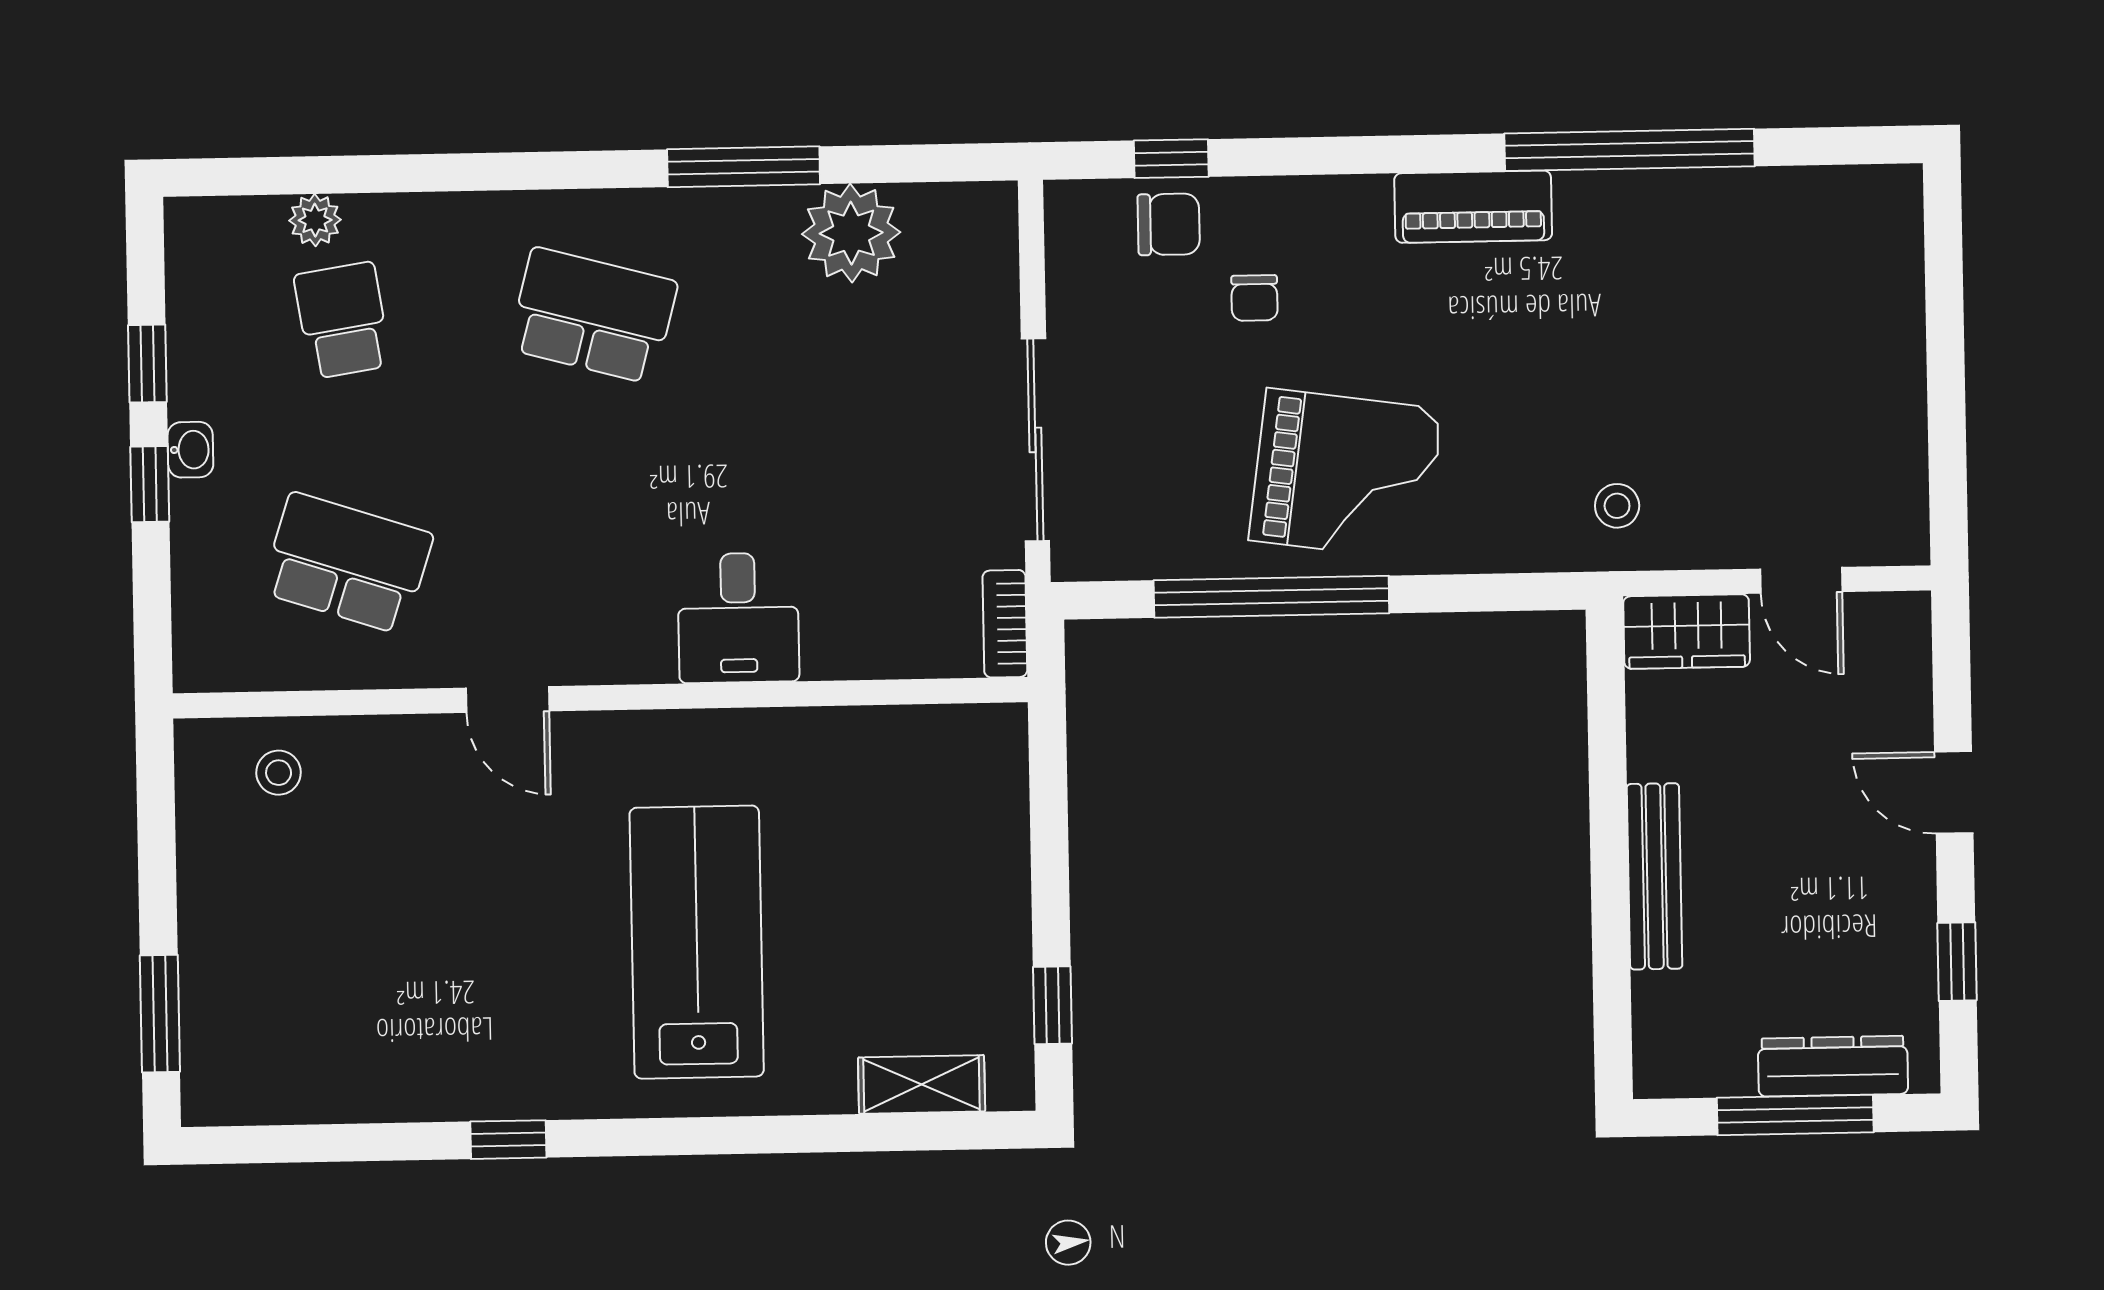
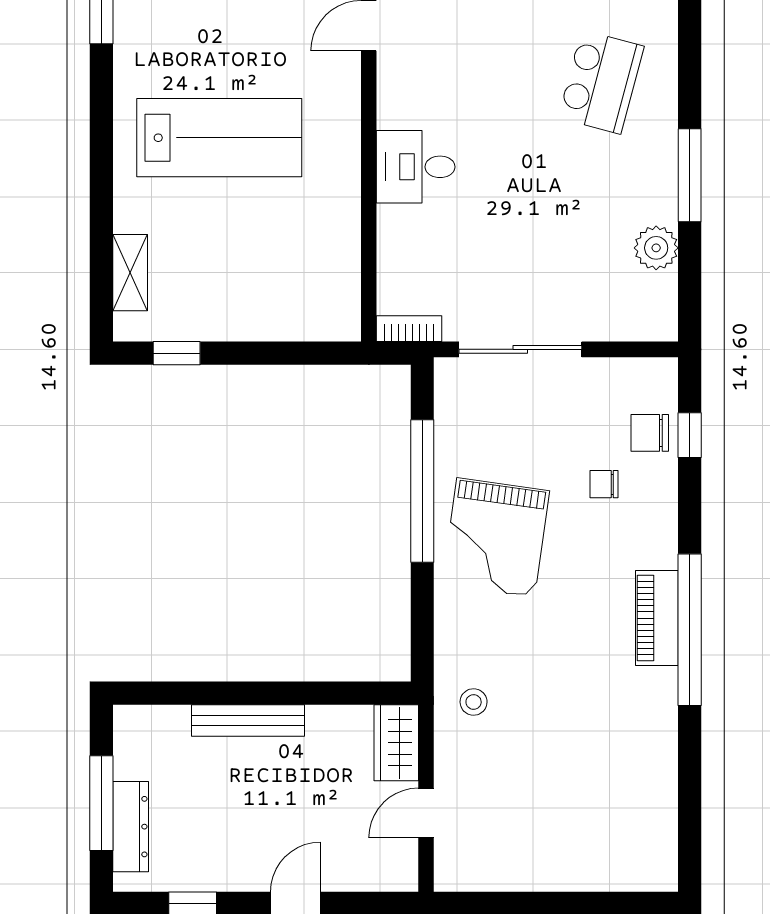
window: (1630, 150) -> (690, 630), moved
chair: (1169, 224) -> (650, 433), turned 90
plant: (851, 233) -> (656, 248), width x0.73, depth x0.73

